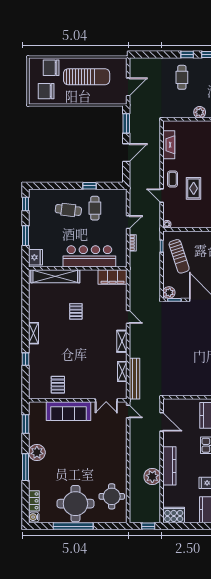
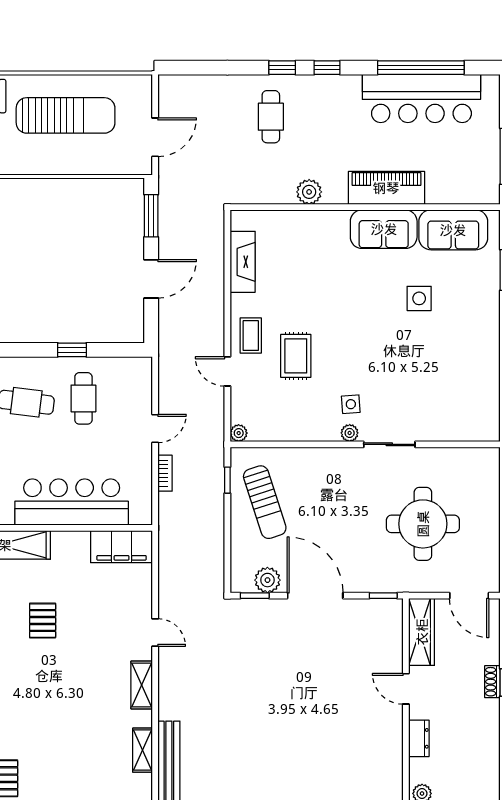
plant: (169, 293) -> (267, 580), moved

